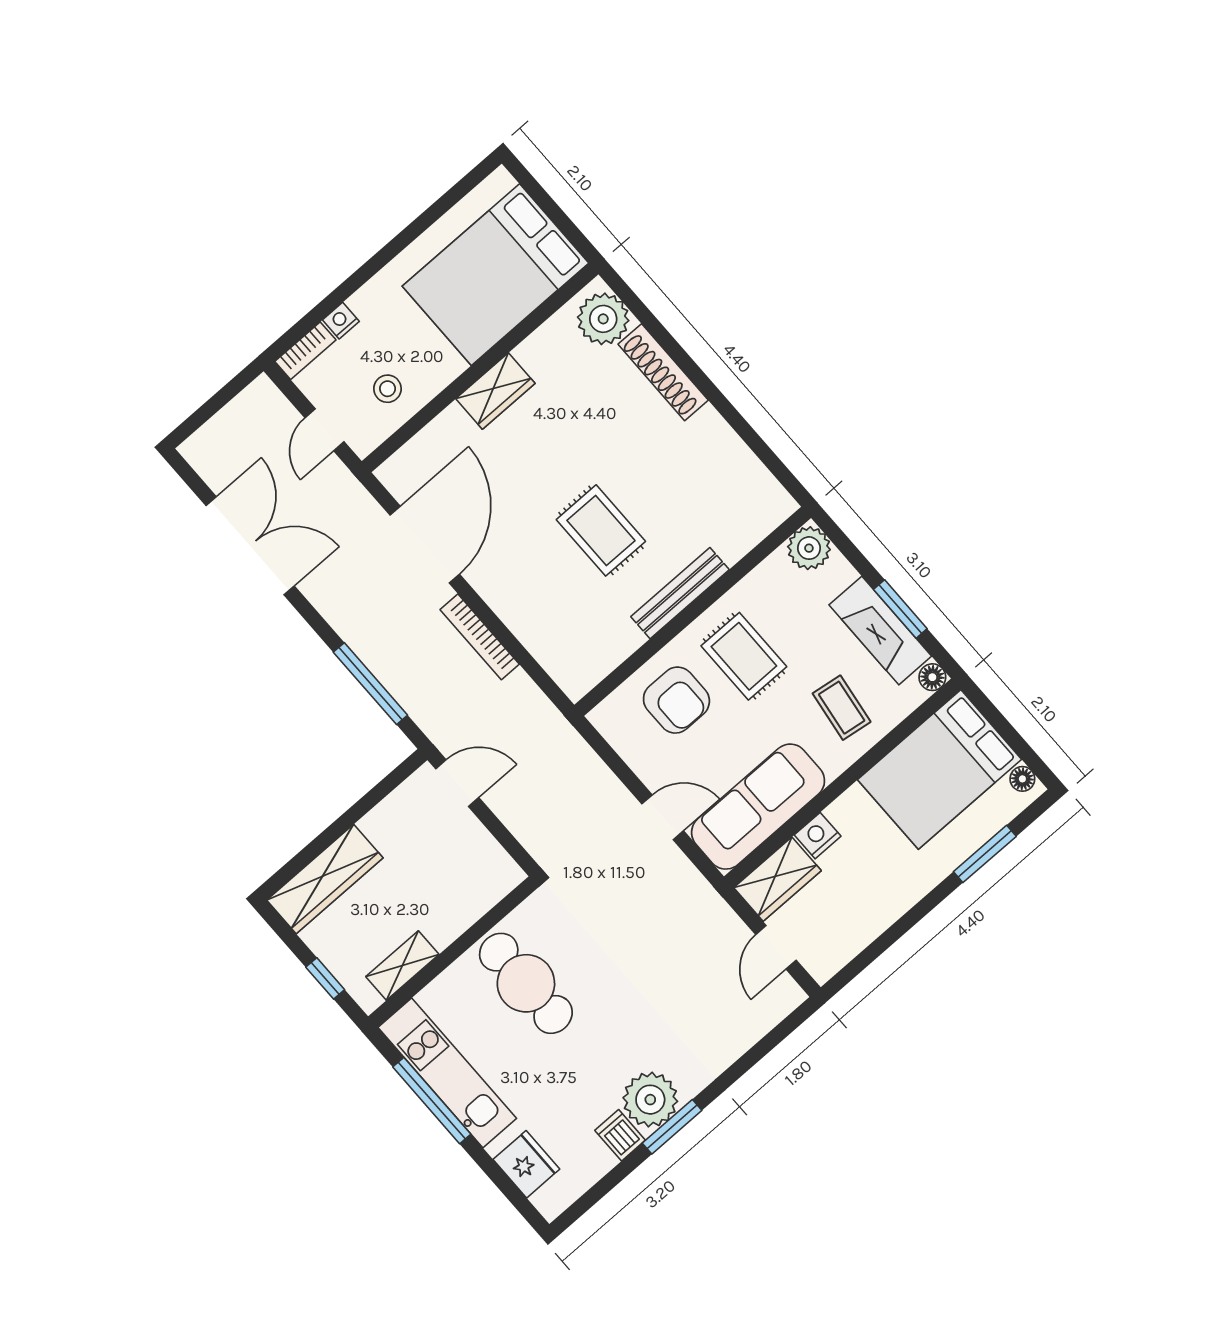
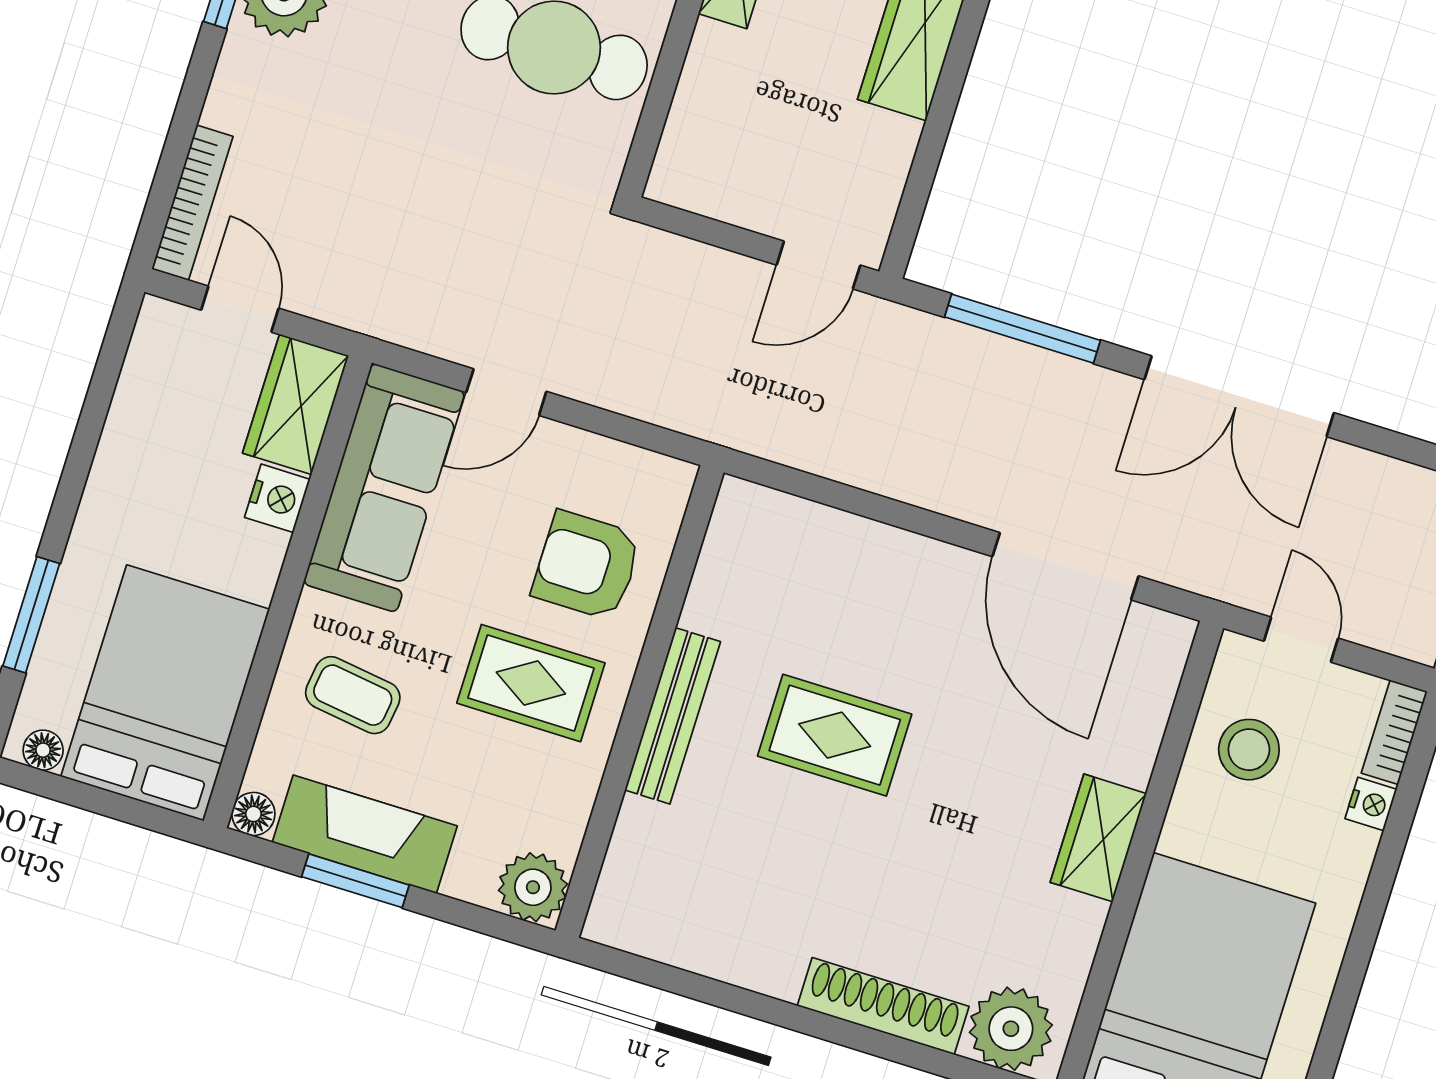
stool: (388, 389) -> (1249, 750), width x1.37, depth x1.37
double door: (250, 546) -> (1239, 396), moved
bookcase: (480, 637) -> (192, 203), moved, turned 90

